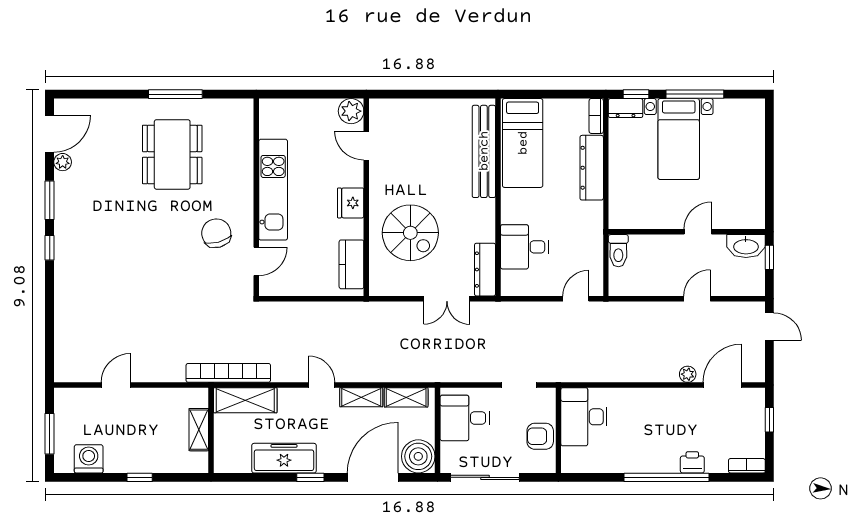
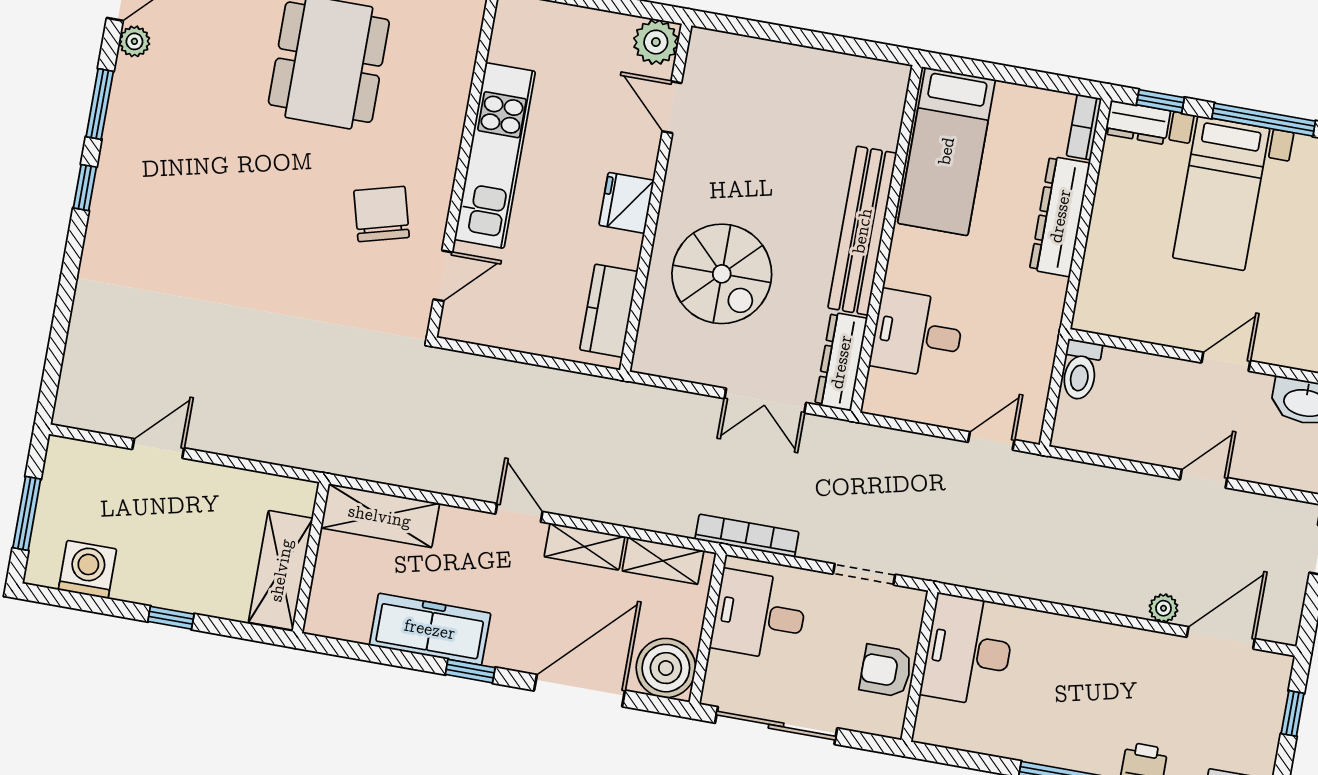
bench: (484, 151) -> (862, 231), moved
bookcase: (228, 373) -> (747, 536), moved, width x0.68, depth x0.76
shelving: (199, 430) -> (281, 570), width x1.50, depth x1.33

